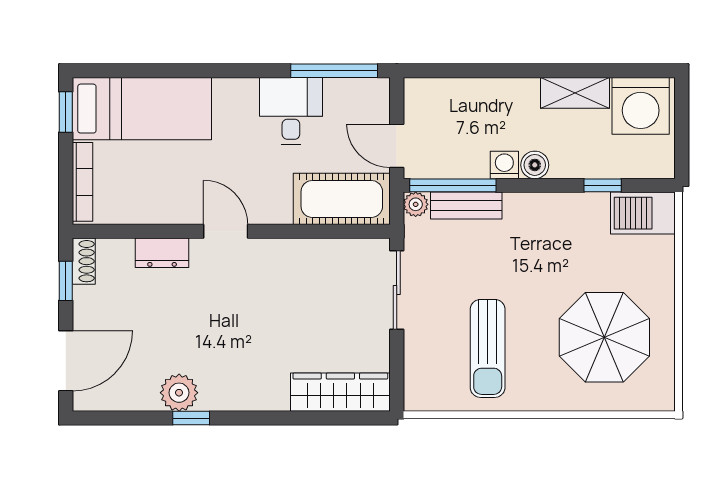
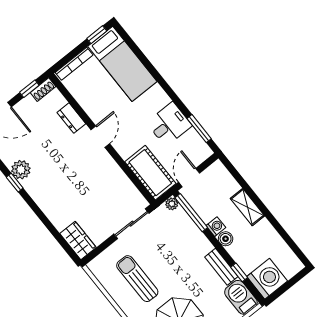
window: (334, 71) -> (199, 129), width x0.69
shelving: (575, 93) -> (247, 207), moved
washing machine: (641, 106) -> (267, 279), moved, turned 180
bench: (466, 206) -> (221, 267), moved
sun lounger: (488, 348) -> (137, 279), turned 90
wardrobe: (340, 392) -> (78, 240), width x0.67

